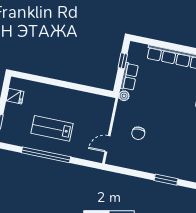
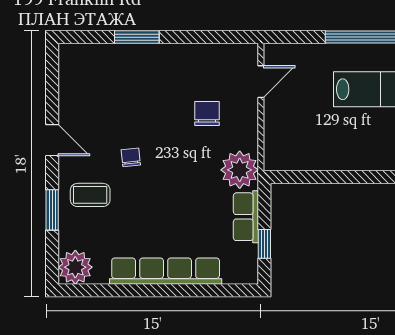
plant: (124, 96) -> (240, 170), width x1.88, depth x1.88
chair: (182, 119) -> (131, 157), added

